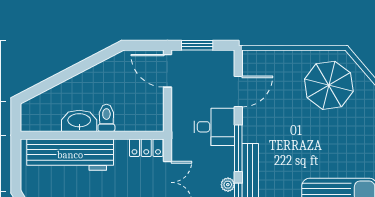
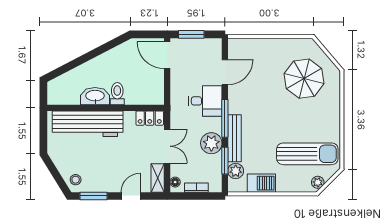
parasol: (329, 85) -> (304, 79), moved
plant: (228, 185) -> (211, 143), width x1.88, depth x1.88

